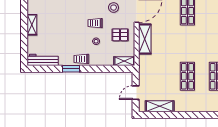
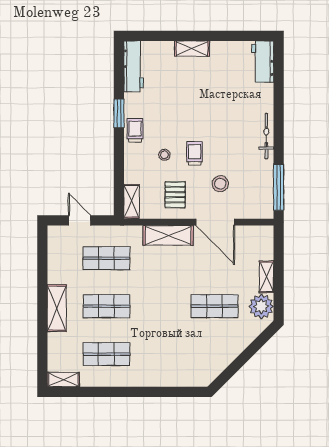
shop shelf: (158, 76) -> (106, 258), added
shelving: (160, 106) -> (57, 308), moved

